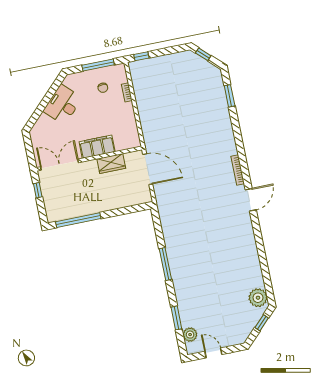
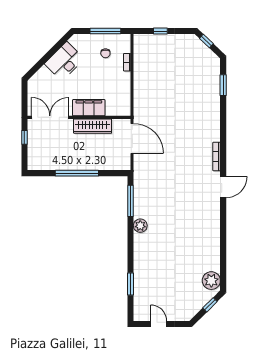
window: (141, 56) -> (160, 31), moved
wardrobe: (111, 163) -> (93, 126), width x1.50
window: (78, 220) -> (77, 173), moved
window: (165, 264) -> (131, 201), moved
plant: (190, 335) -> (140, 226), moved

